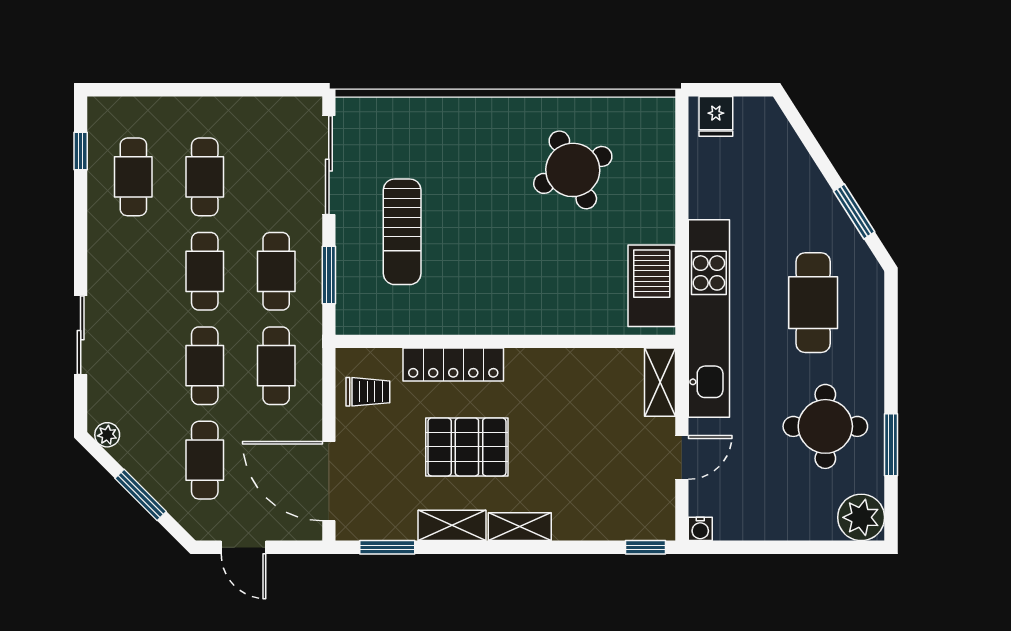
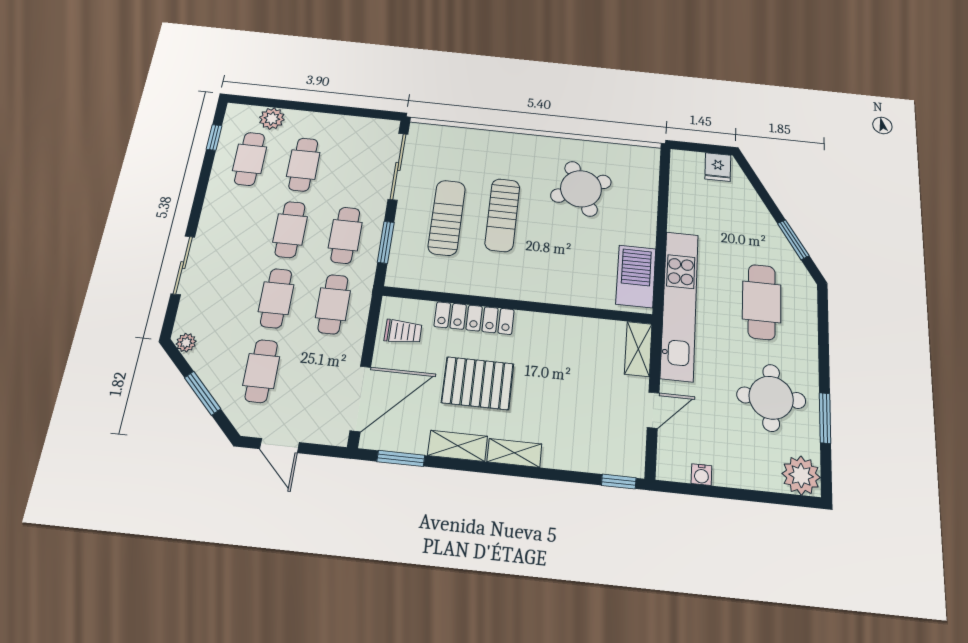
plant: (151, 113) -> (272, 119), added
fridge: (716, 116) -> (718, 167), moved
sun lounger: (474, 220) -> (502, 215), added
sun lounger: (402, 232) -> (447, 218), turned 180
door: (329, 481) -> (360, 399), swing flipped
water cooler: (700, 529) -> (702, 475), moved

